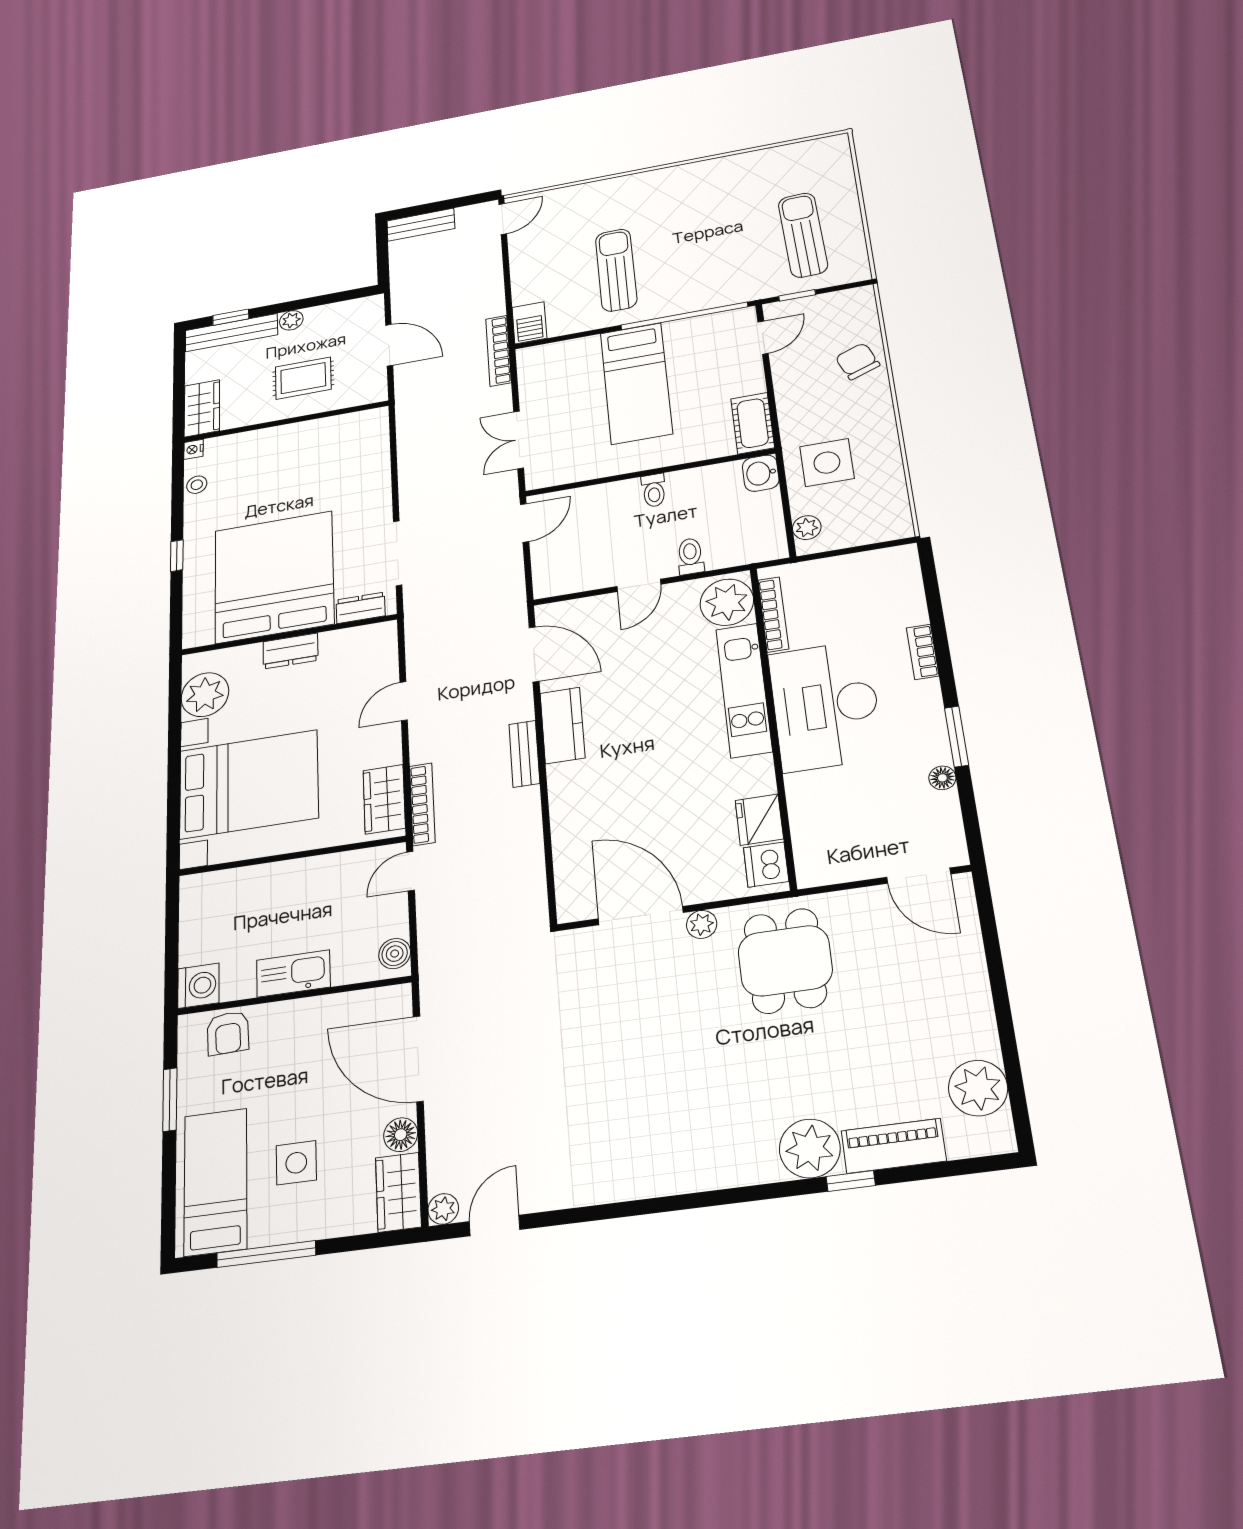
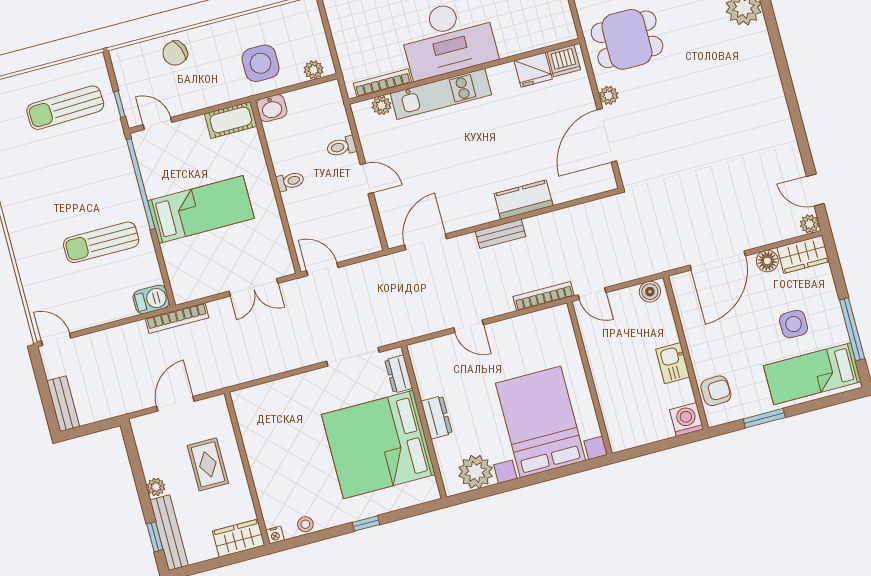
plant: (727, 602) -> (382, 105), width x0.53, depth x0.53
kitchen counter: (562, 725) -> (524, 200), moved
wardrobe: (384, 799) -> (543, 323), removed
kitchen sink: (293, 974) -> (673, 363), width x0.73

